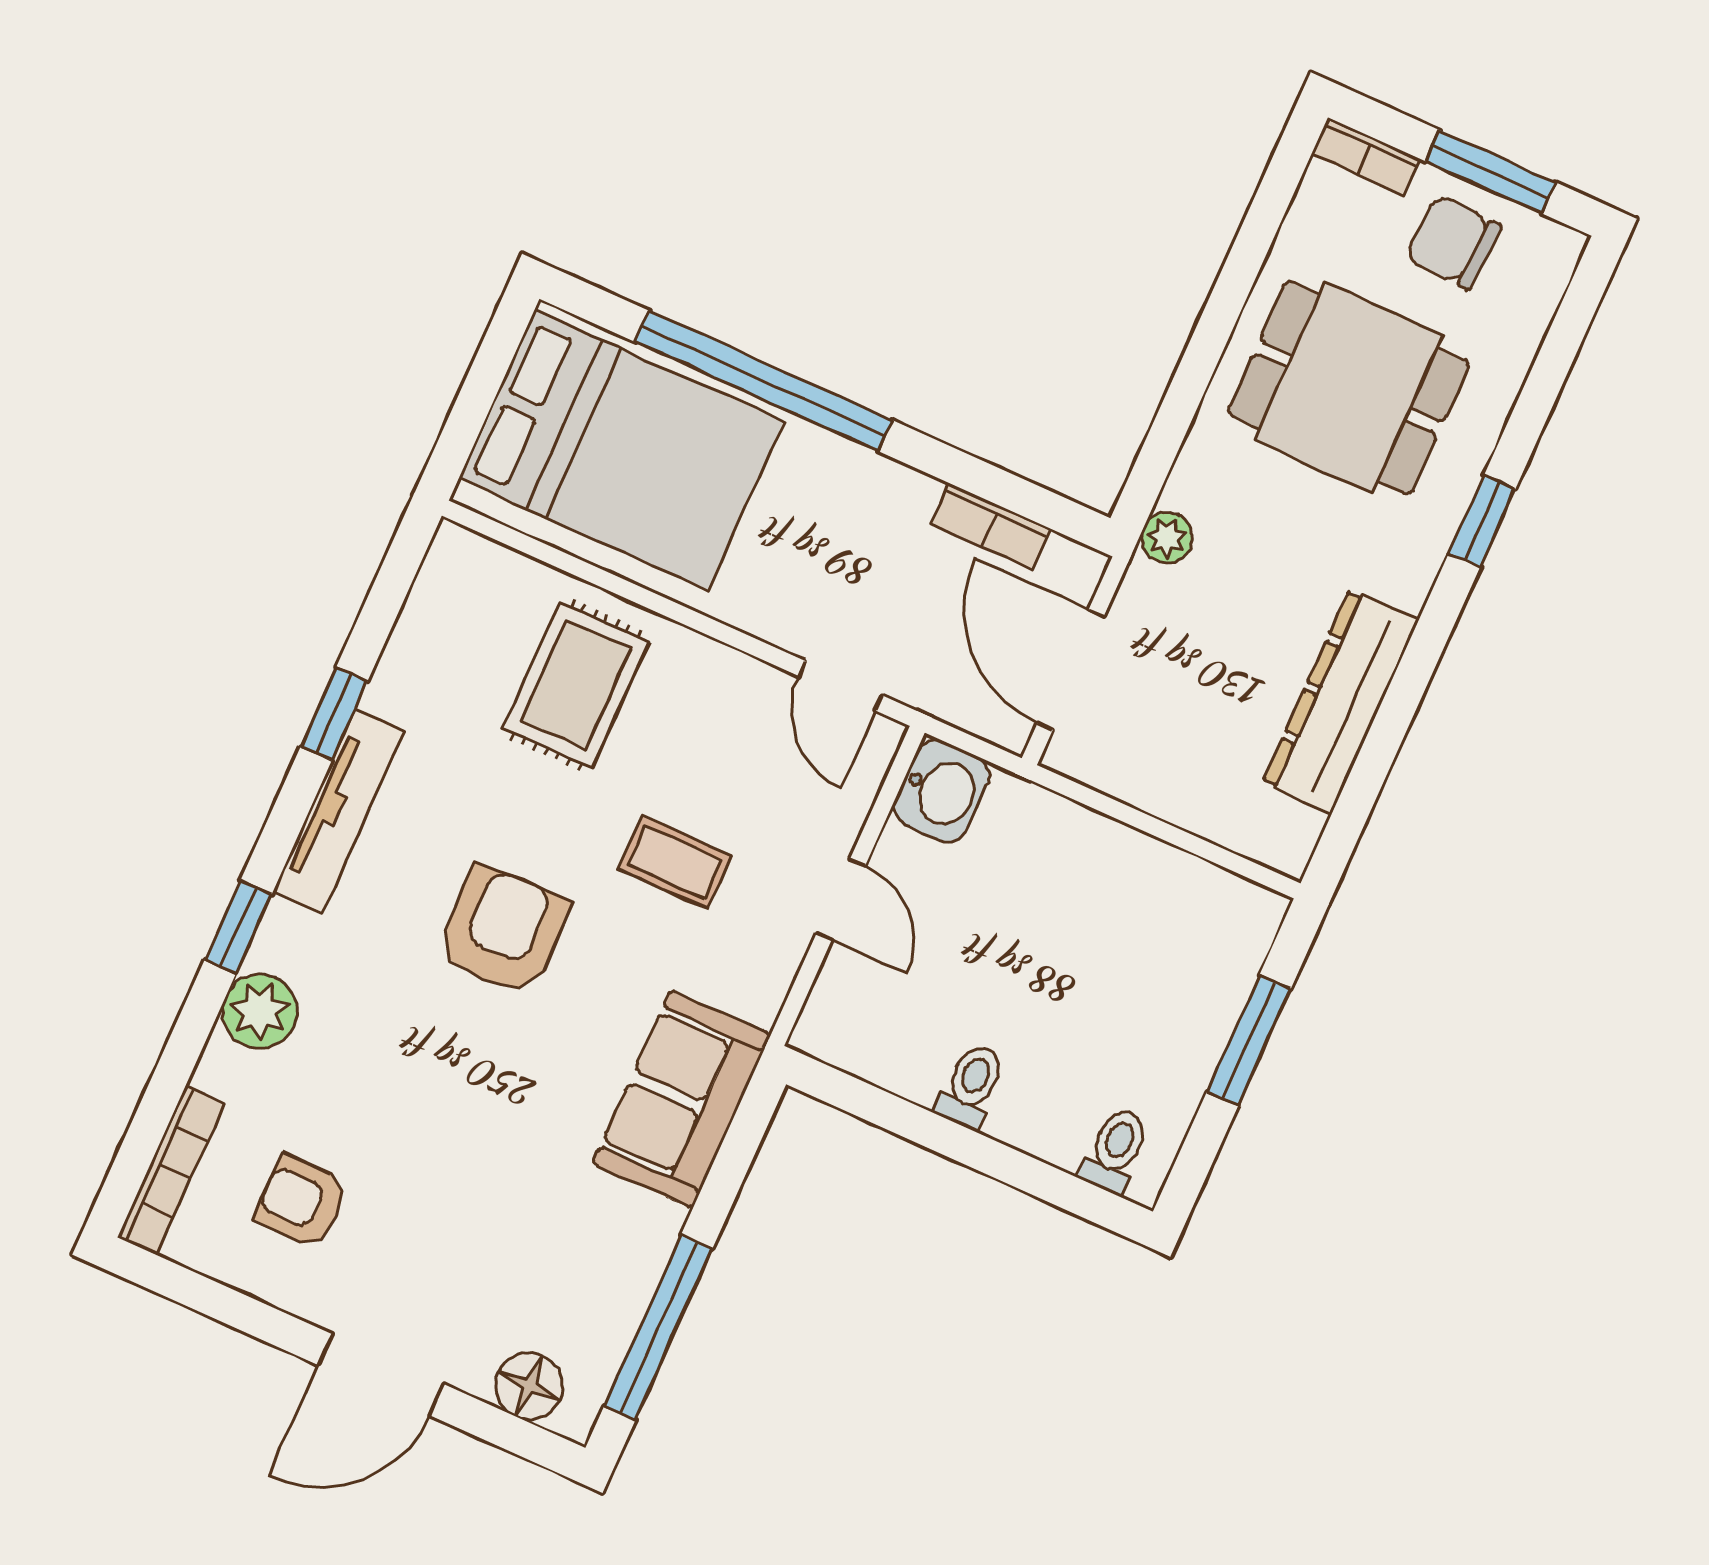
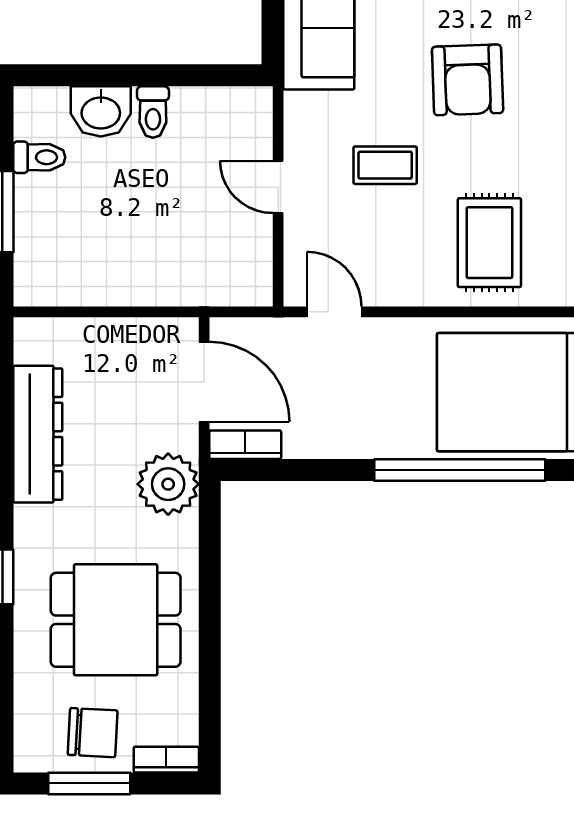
bookcase: (990, 526) -> (245, 445), moved
plant: (1167, 538) -> (168, 484), width x1.88, depth x1.88
washbasin: (942, 791) -> (101, 111), moved, turned -90
toilet: (1115, 1150) -> (39, 157), moved, turned -90

